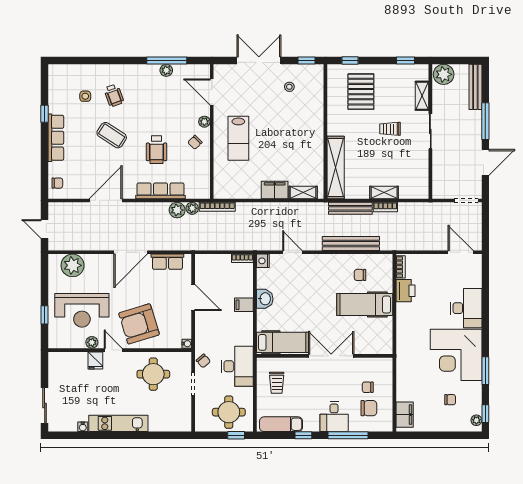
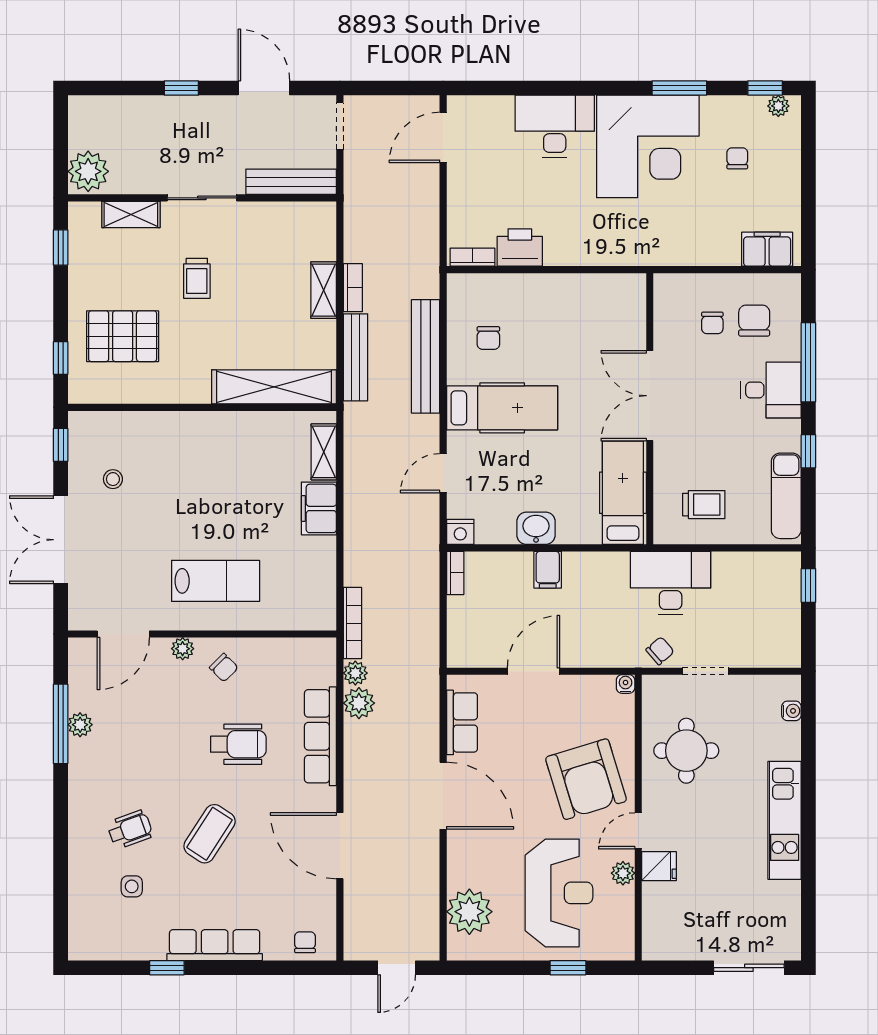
bench: (475, 87) -> (291, 182), moved
window: (485, 121) -> (181, 88), width x0.46
hospital bed: (365, 305) -> (502, 408), moved, turned -90
round table: (229, 412) -> (762, 600), removed
water cooler: (83, 427) -> (791, 711), moved

